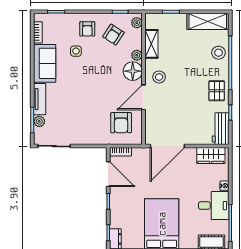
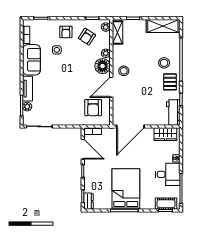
shelving: (151, 44) -> (117, 33), moved
stool: (219, 53) -> (164, 63), moved

